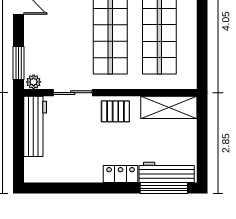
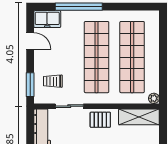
trolley: (50, 58) -> (53, 81), added
plant: (34, 82) -> (154, 98), moved

